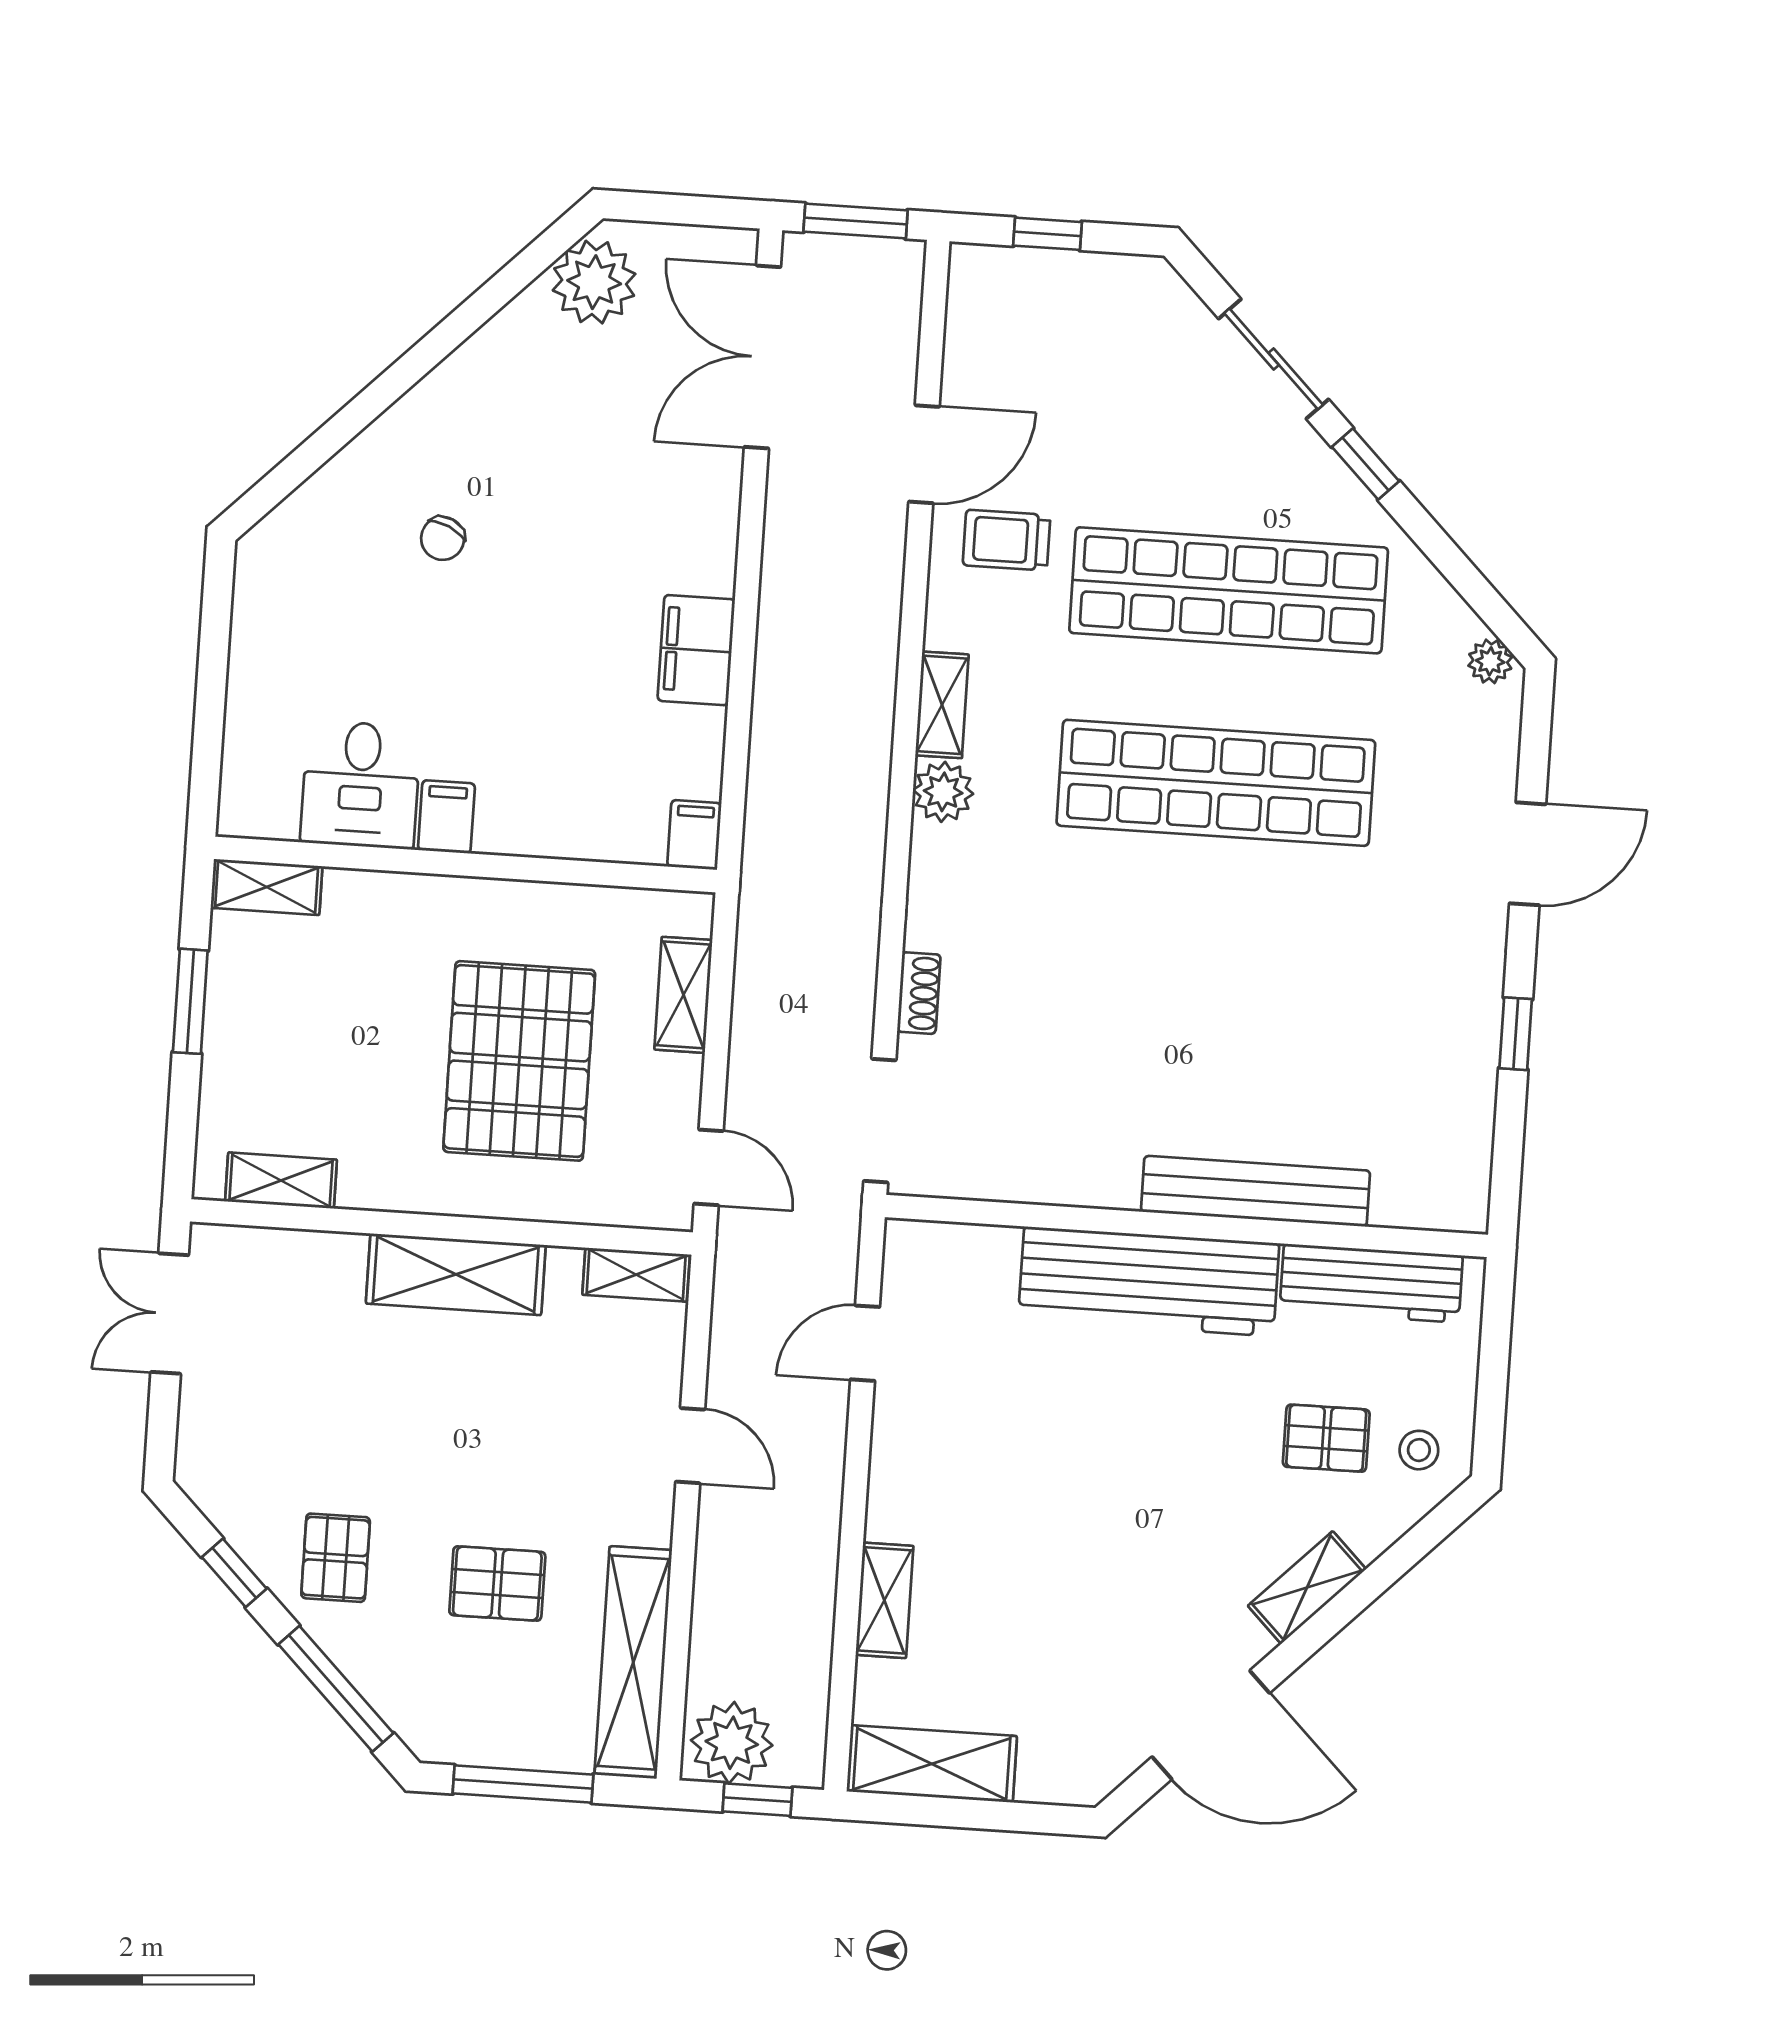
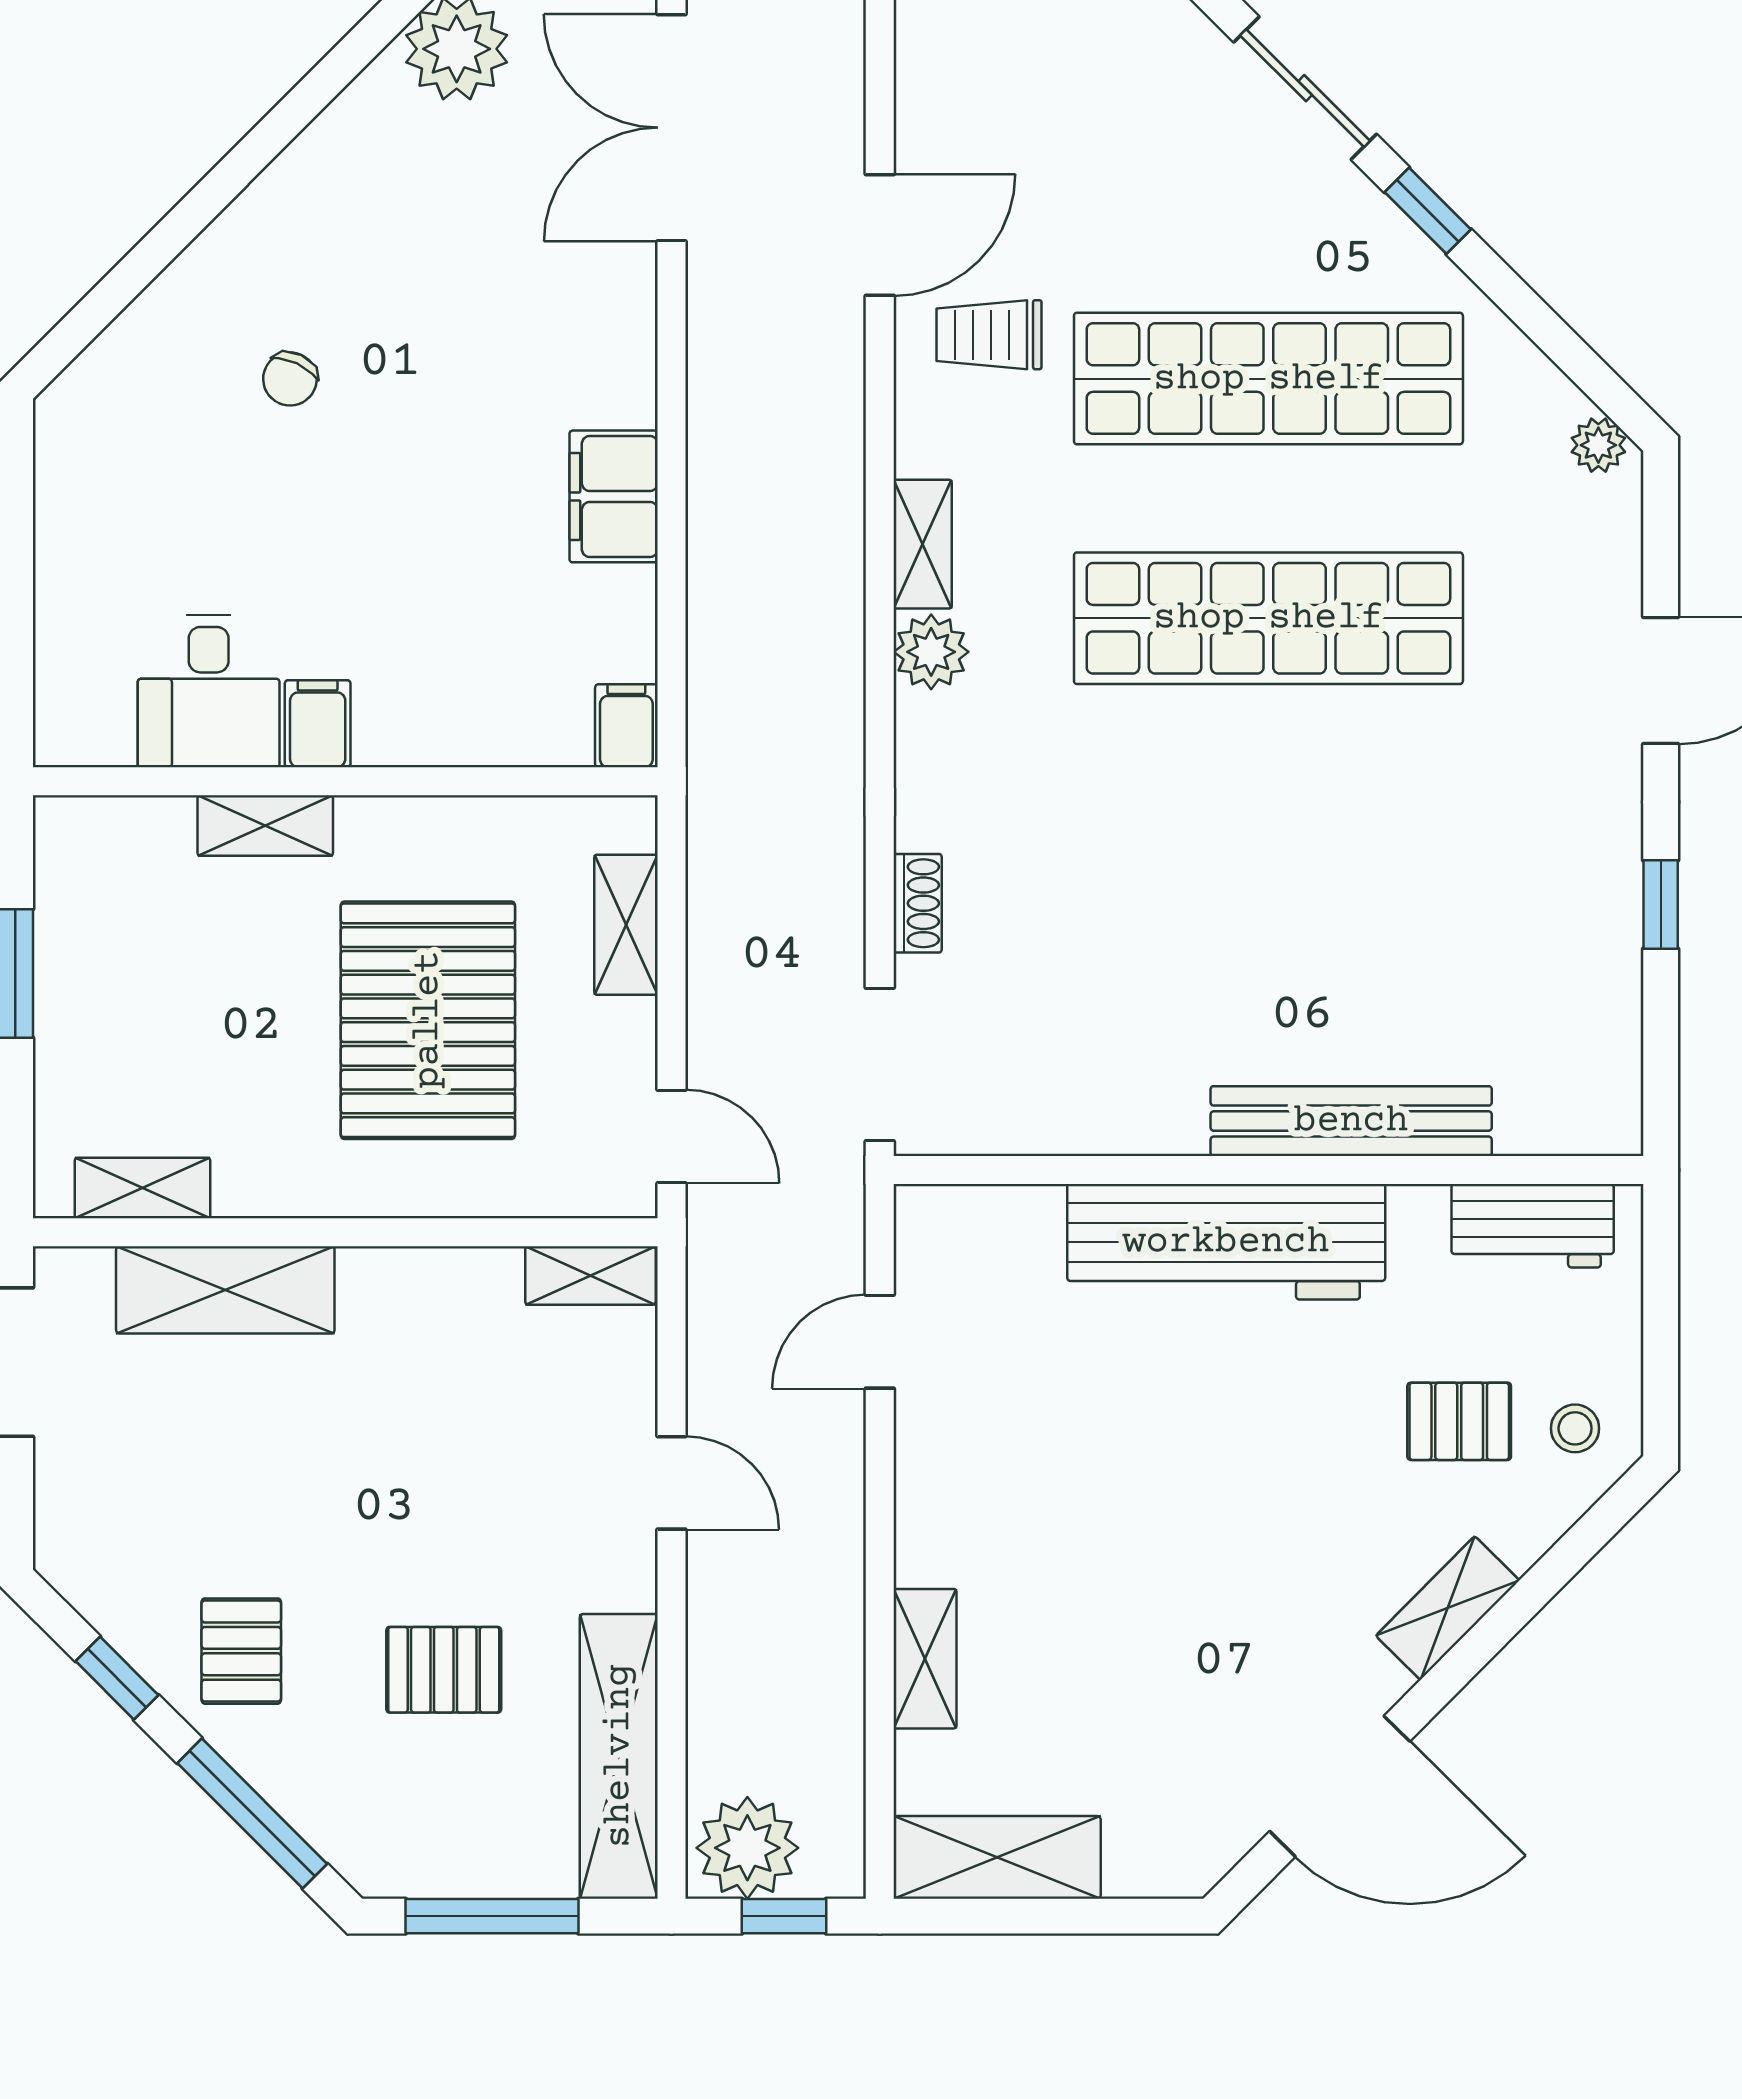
shelving: (267, 887) -> (265, 825), moved
shelving: (456, 1274) -> (225, 1290), moved
workbench: (1371, 1283) -> (1533, 1226), width x0.73

